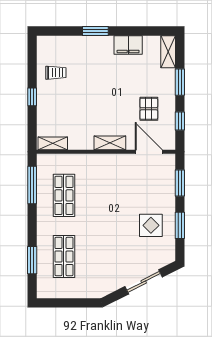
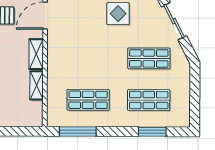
shelving: (53, 143) -> (37, 85), moved
shop shelf: (106, 257) -> (149, 58), added

